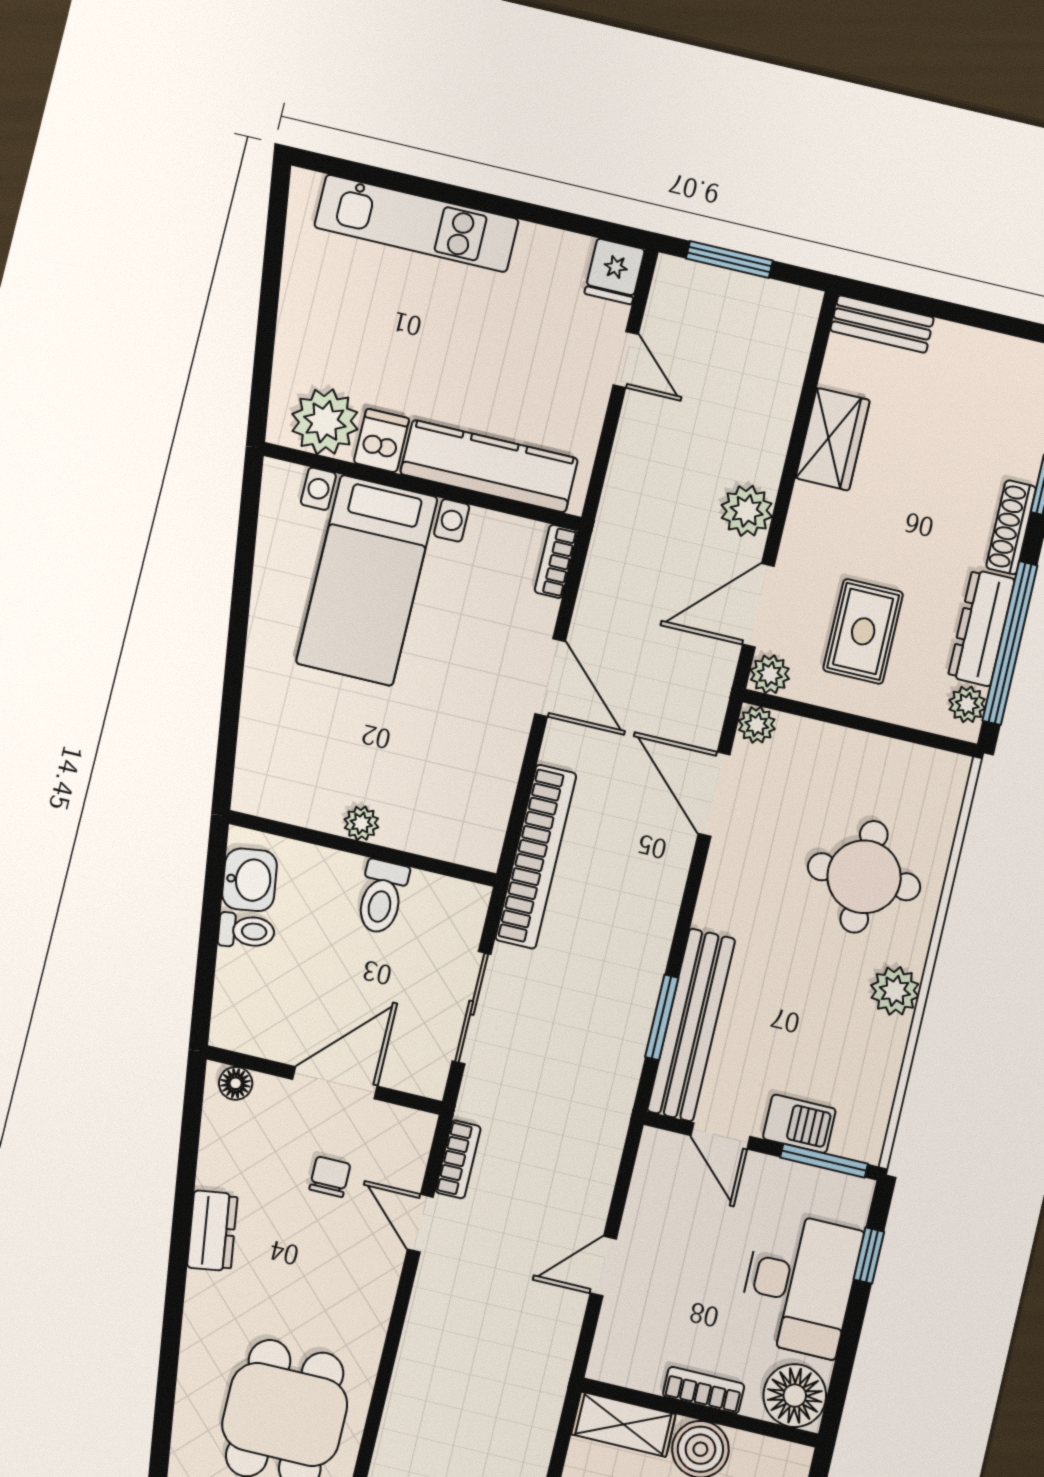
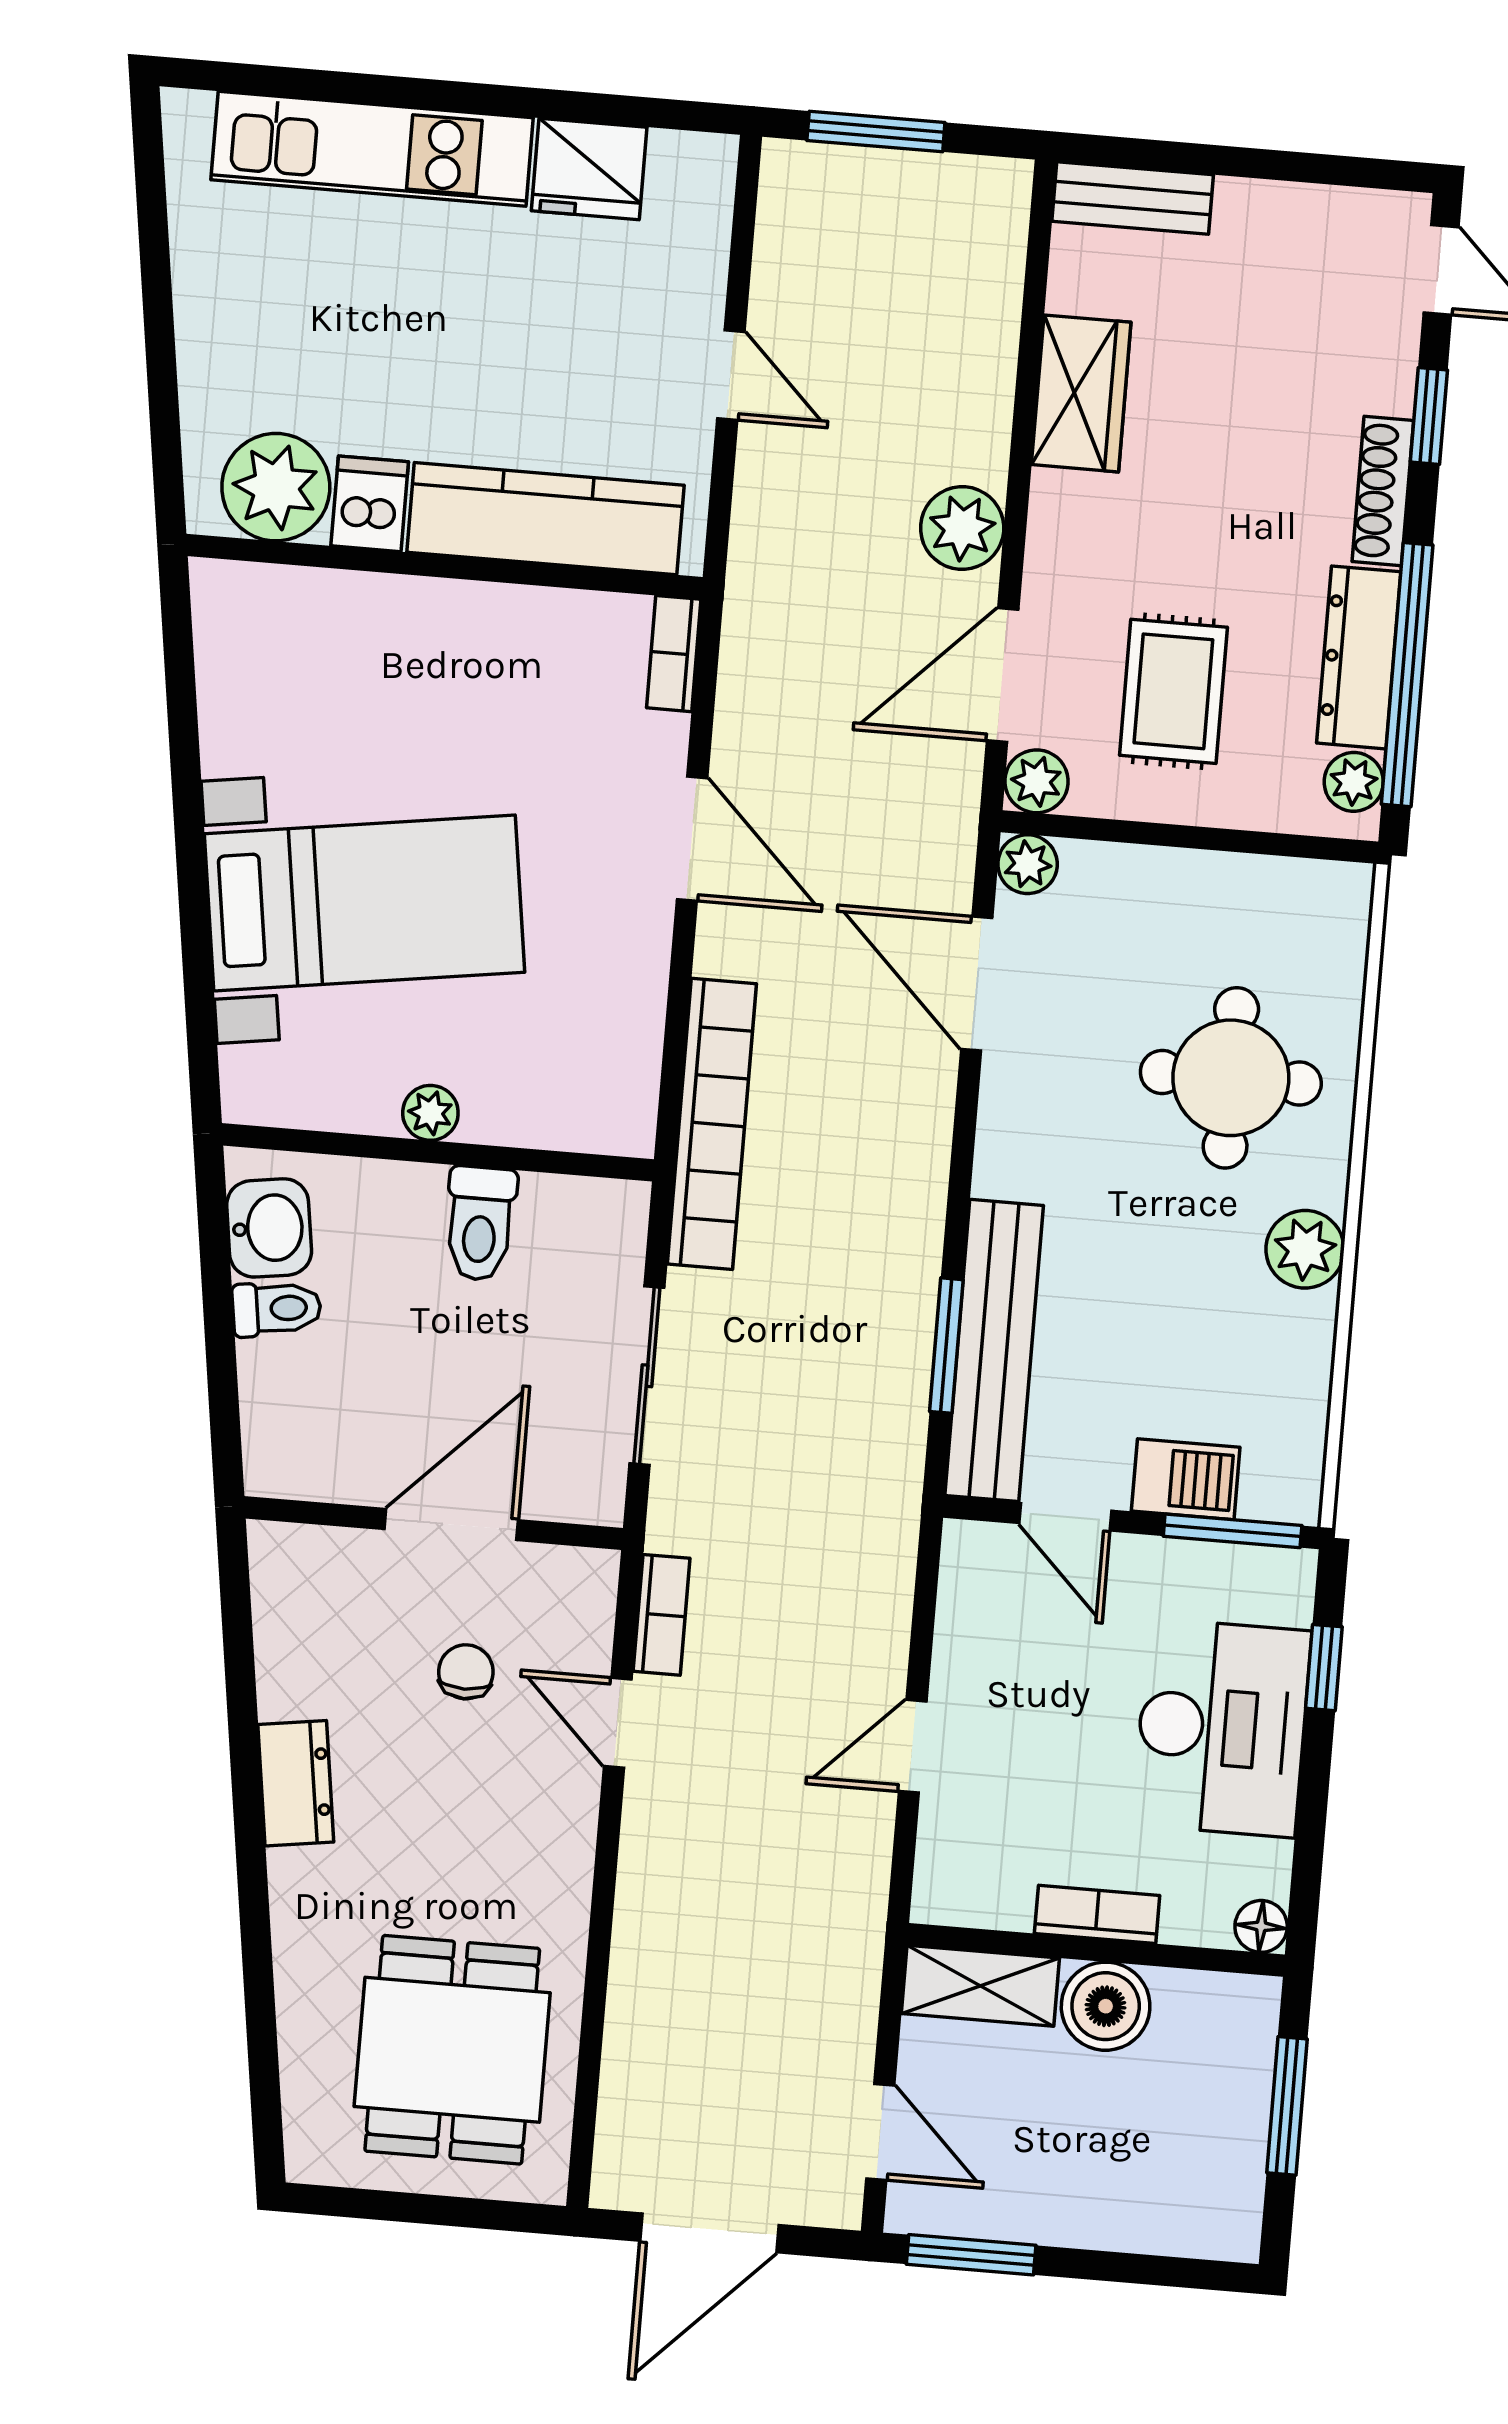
fridge: (615, 271) -> (589, 169), moved, width x1.38
door: (626, 359) -> (731, 375), moved
bed with nightstands: (367, 580) -> (364, 903), moved, turned -98
floor lamp: (236, 1083) -> (296, 1549), removed
floor lamp: (795, 1396) -> (1261, 1926), width x0.53, depth x0.53

